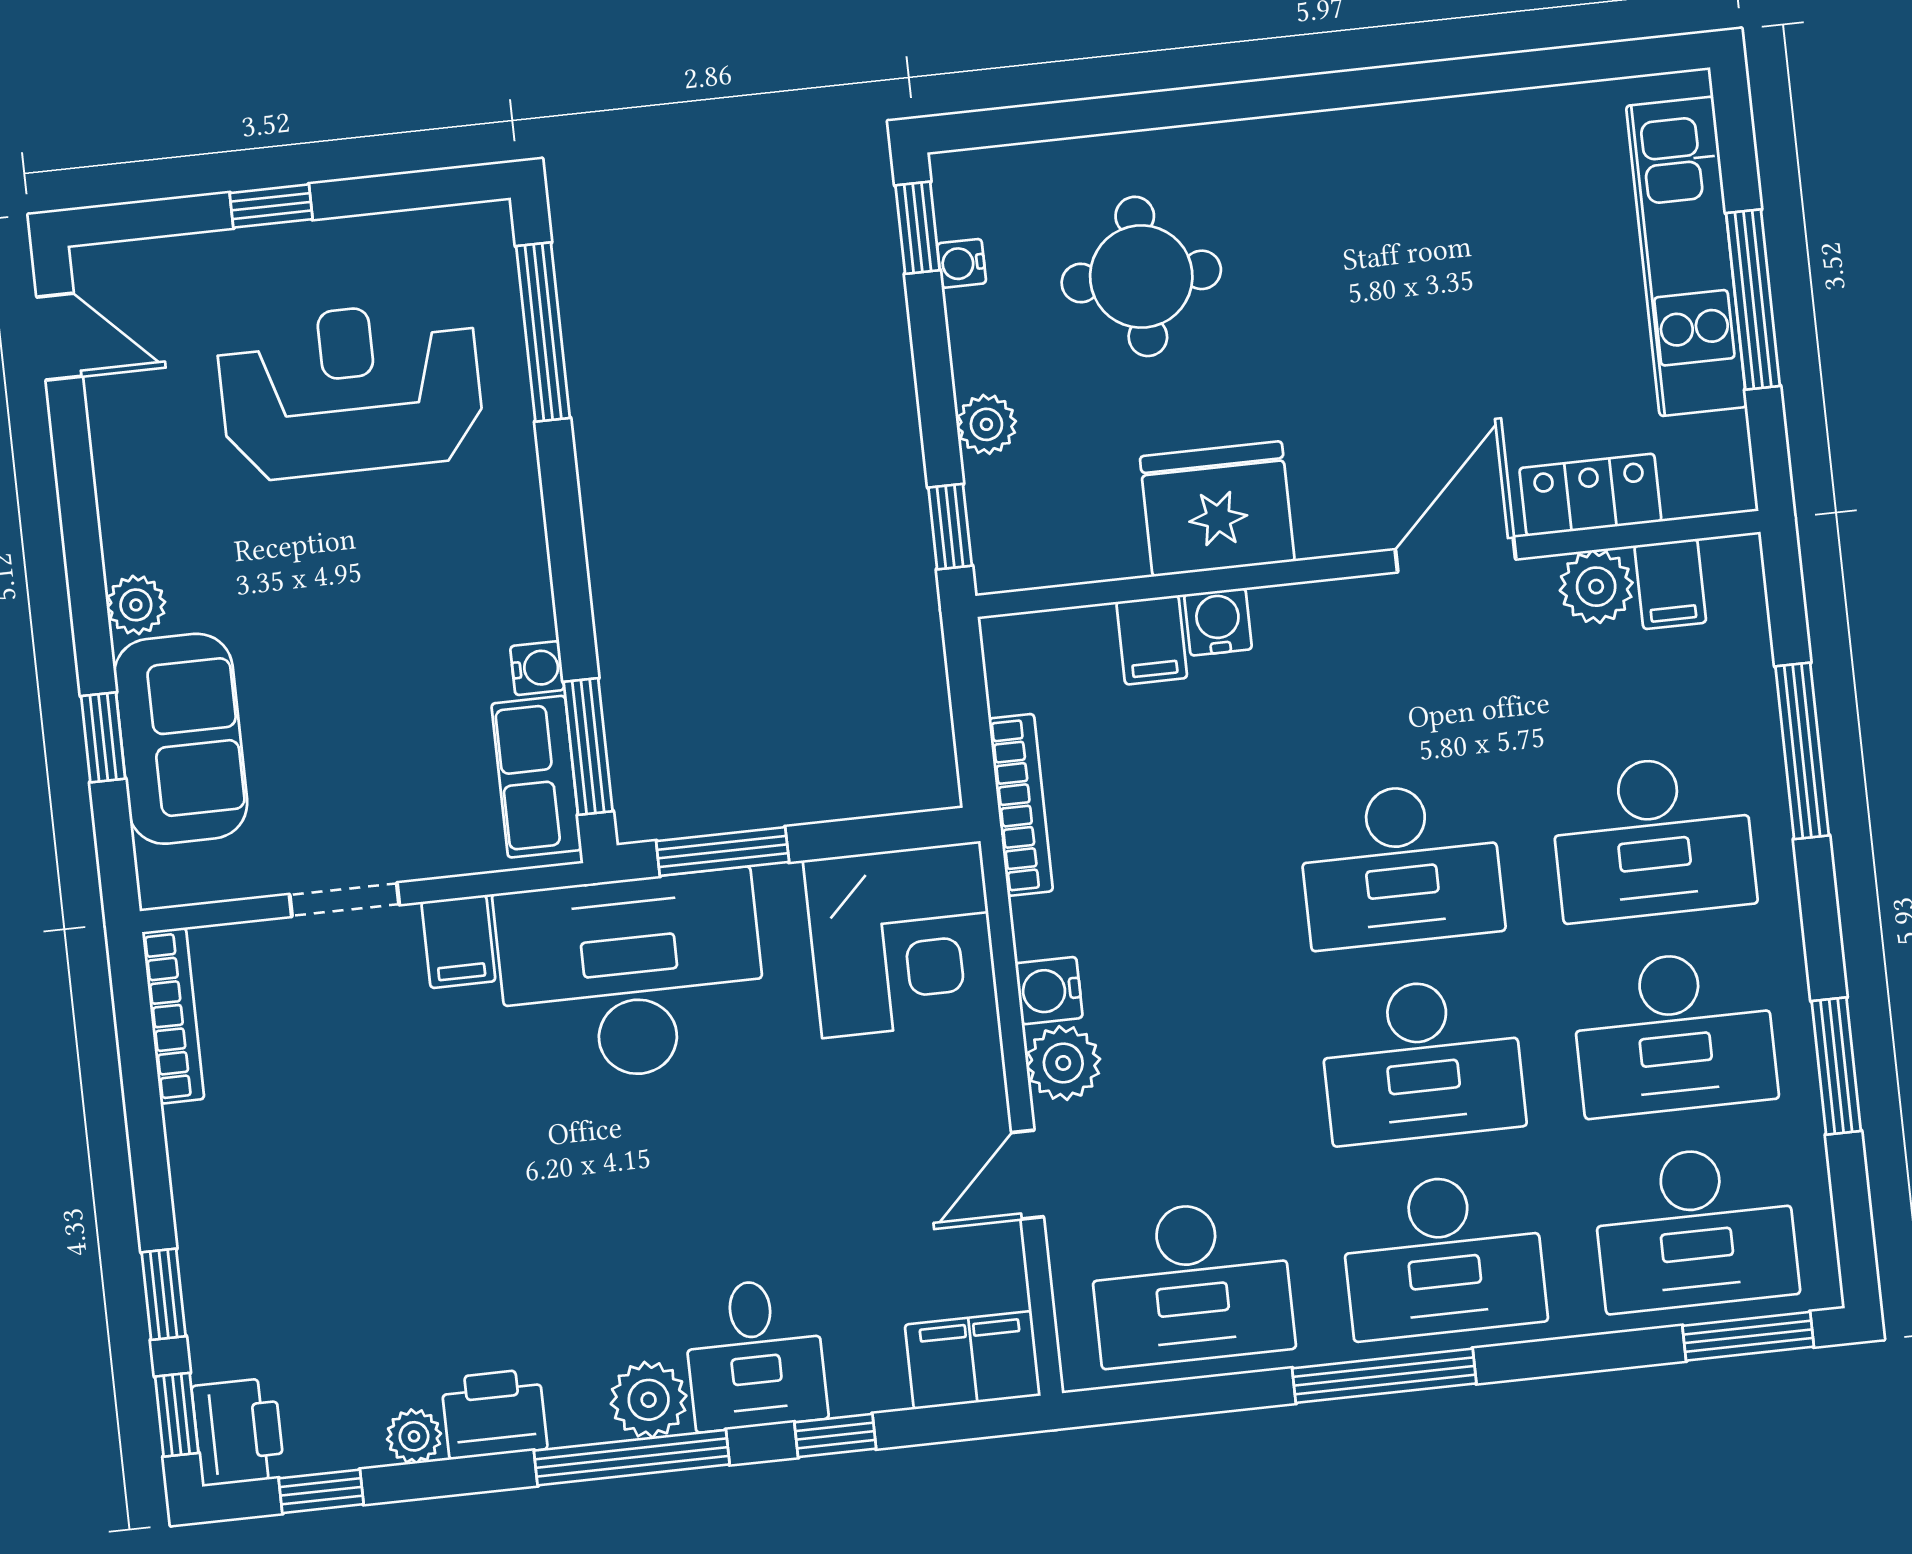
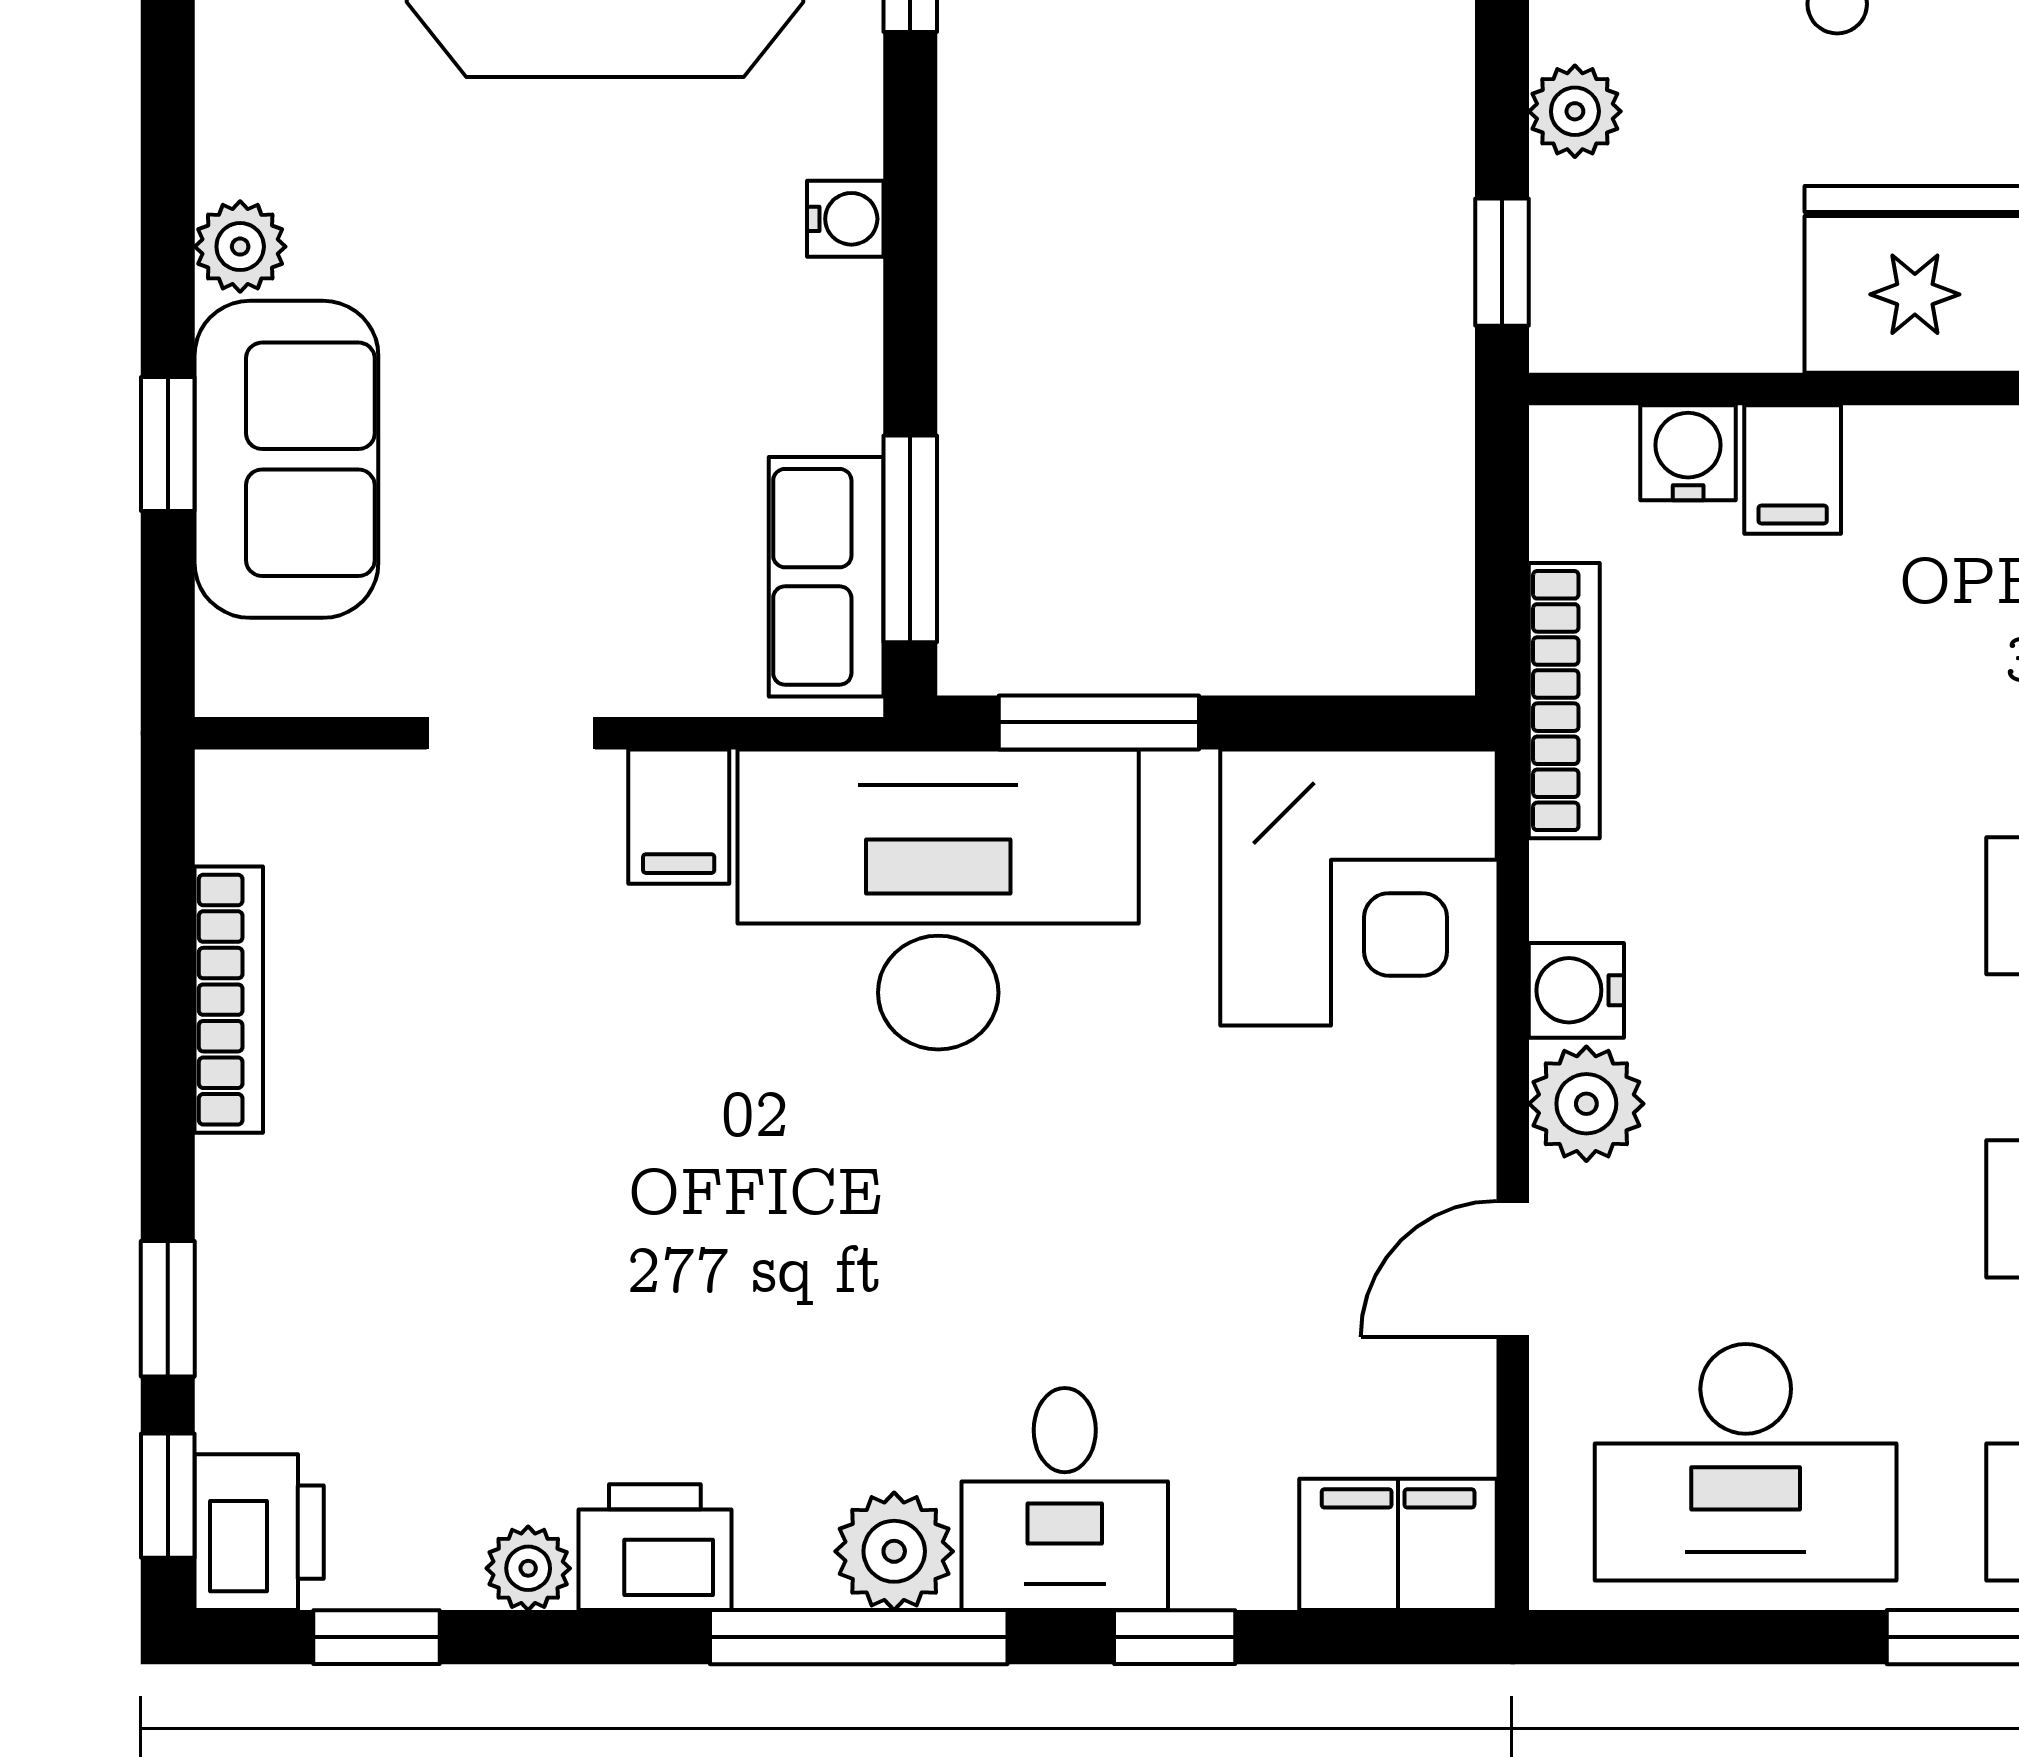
water cooler: (1218, 622) -> (1688, 453), moved
water cooler: (537, 668) -> (845, 219), moved
bookcase: (173, 1016) -> (229, 1000), moved

